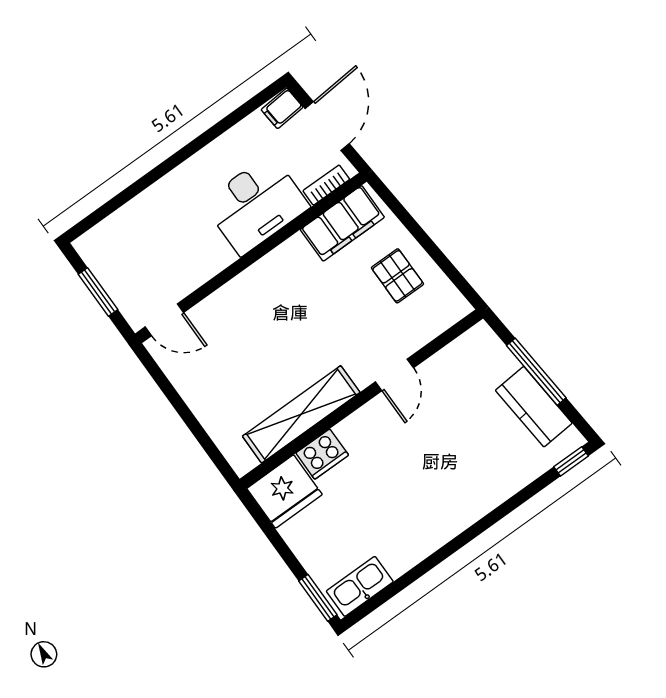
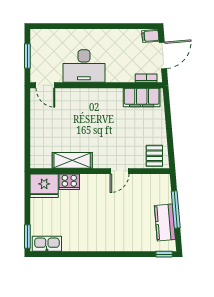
desk: (256, 205) -> (84, 66), moved
pallet: (397, 276) -> (154, 156), moved
shelving: (301, 414) -> (72, 160), width x0.68

